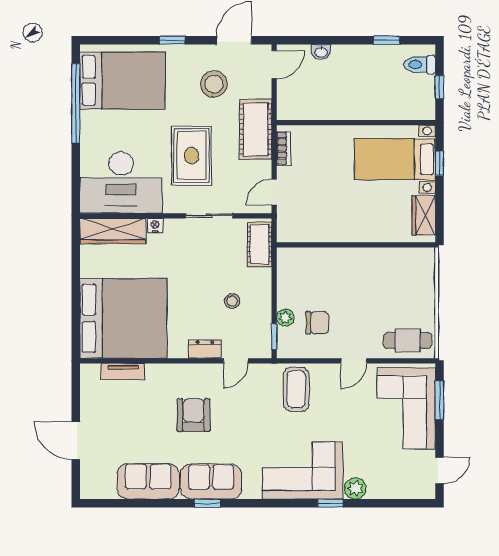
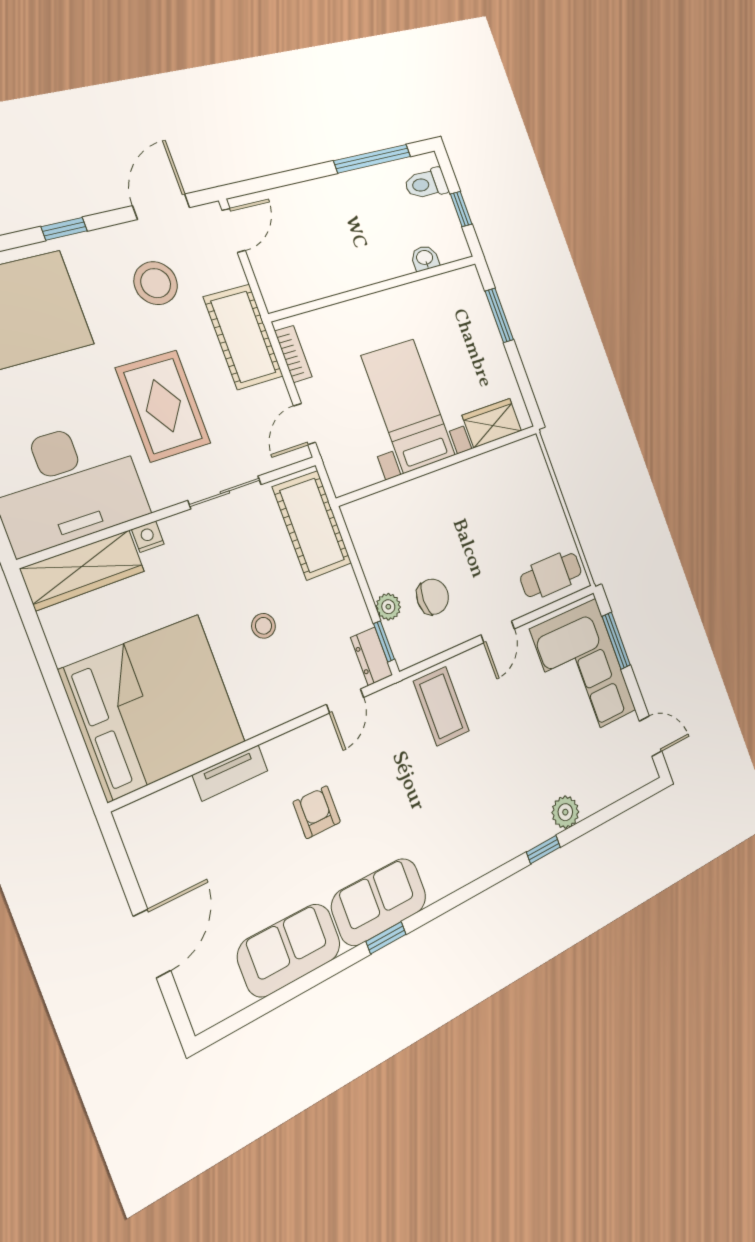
window: (387, 40) -> (372, 159), width x2.17
washbasin: (321, 52) -> (425, 258), moved, turned 180
bed with nightstands: (395, 159) -> (408, 406), moved, turned 90
window: (439, 163) -> (499, 315), width x1.50
wardrobe: (424, 215) -> (492, 423), moved, turned 90
cot: (259, 244) -> (312, 525), width x1.37, depth x1.34
stool: (232, 301) -> (264, 626), moved
dresser: (205, 349) -> (372, 656), moved, turned -90
tv unit: (123, 372) -> (230, 773), moved
armchair: (193, 415) -> (317, 812), width x0.72, depth x0.72
door: (76, 441) -> (152, 943), swing flipped
corner sofa: (303, 470) -> (493, 821), removed
door: (439, 470) -> (650, 736), hinge flipped

